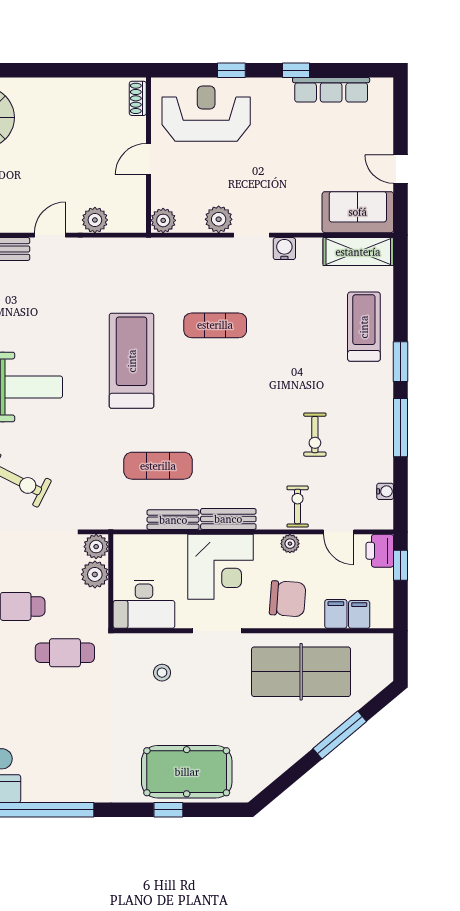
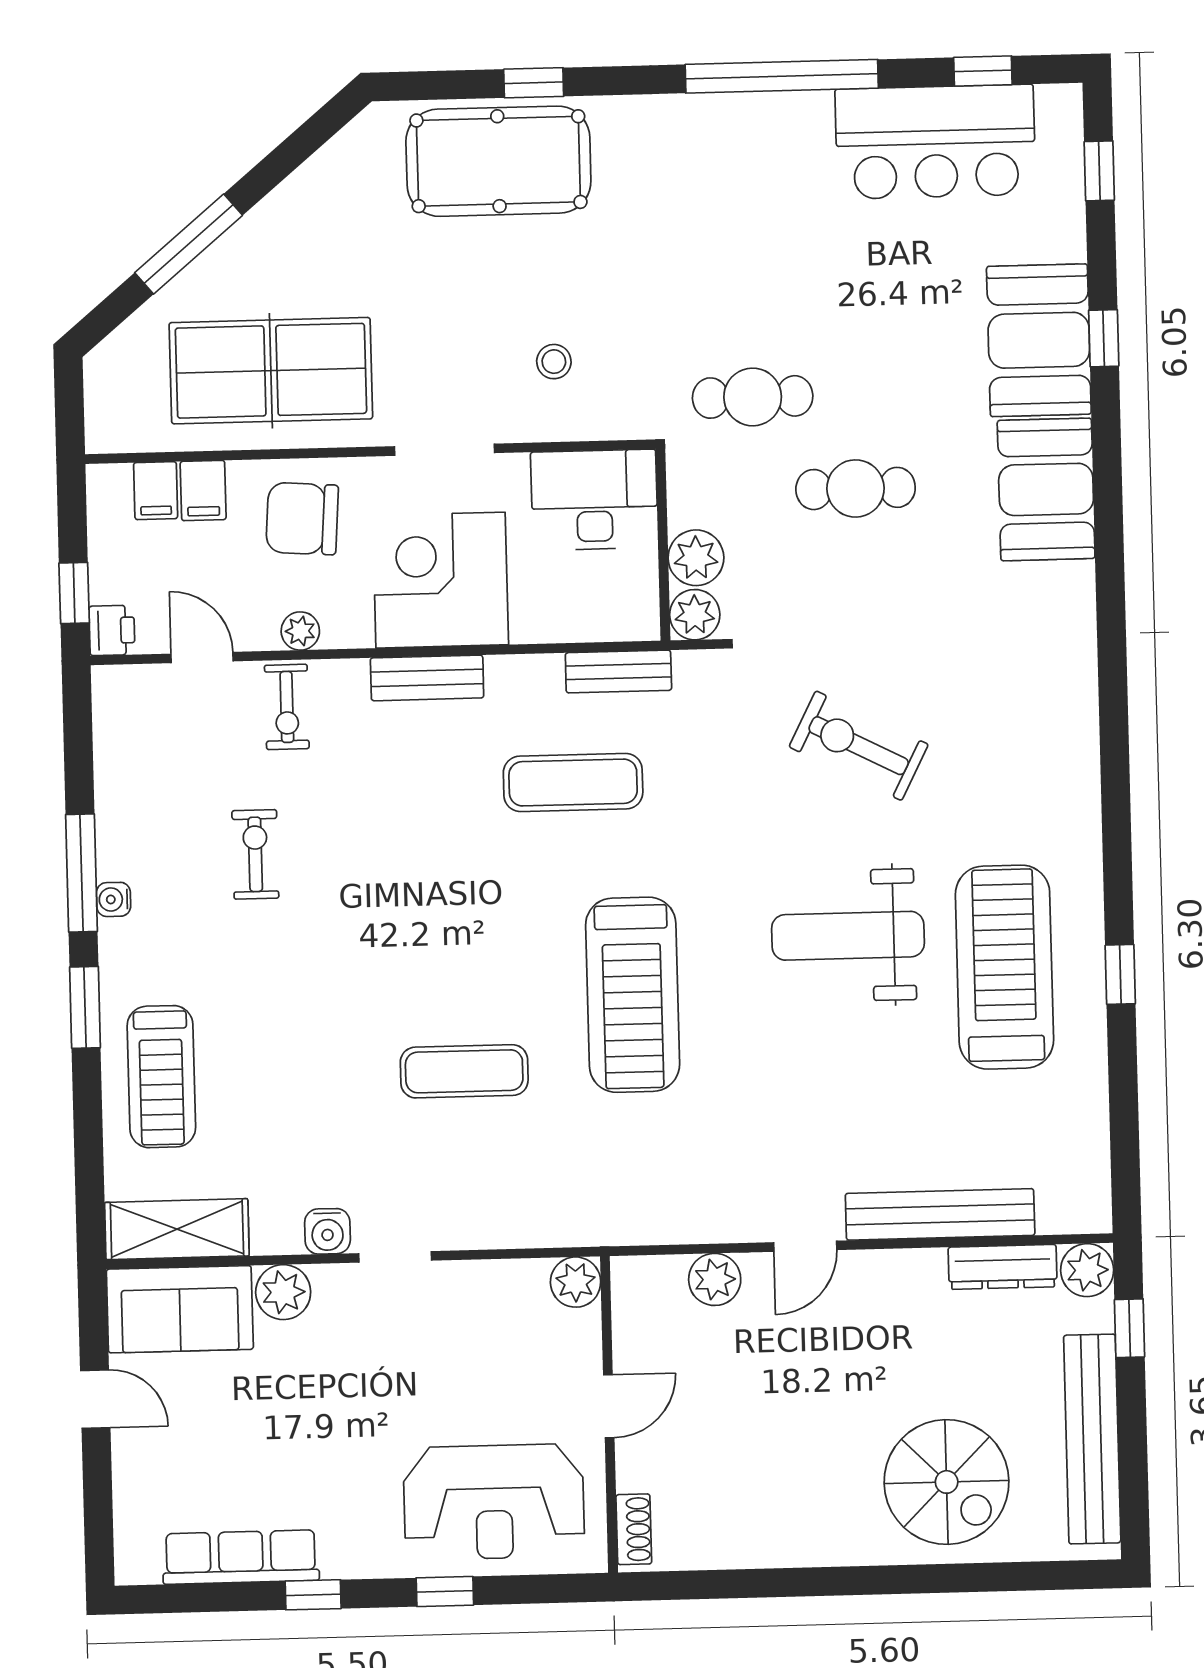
plant: (219, 219) -> (283, 1292), moved
water cooler: (385, 491) -> (114, 899), moved
bench: (173, 520) -> (618, 672), moved
printer: (380, 551) -> (112, 630), width x0.73, depth x0.81

